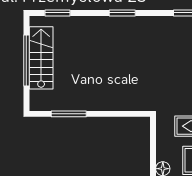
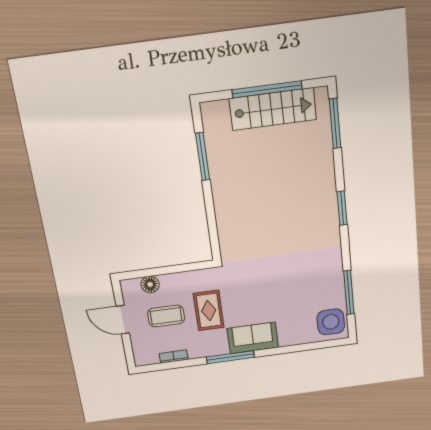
window: (57, 13) -> (335, 124), width x1.44

